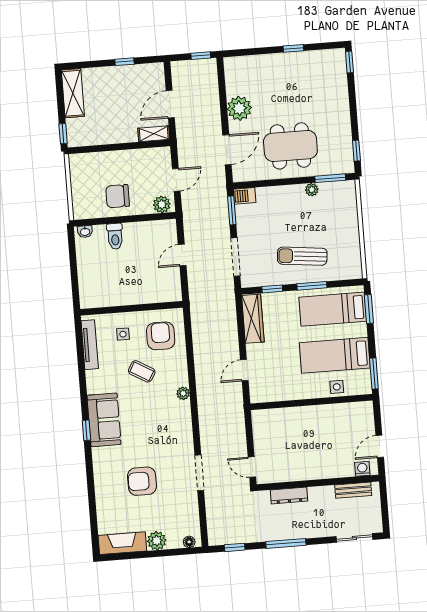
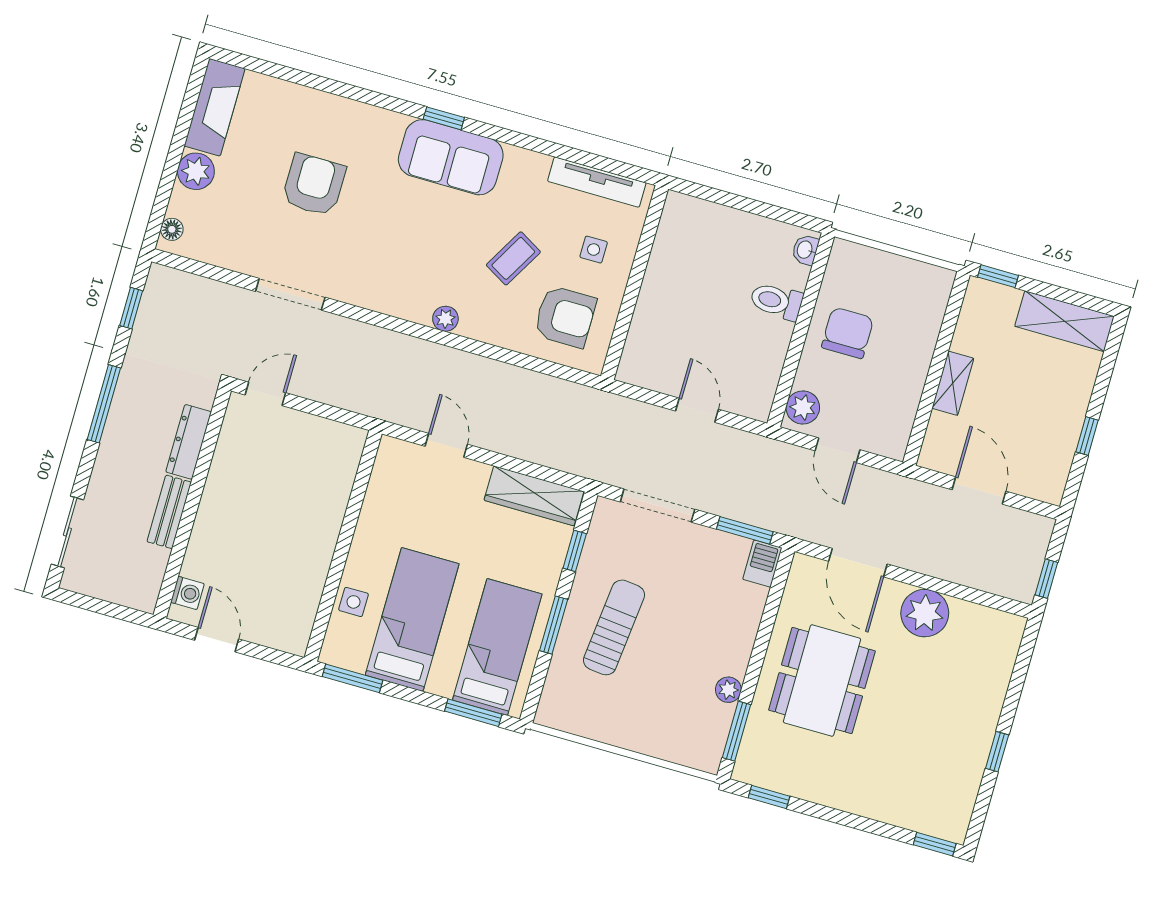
shelving: (154, 134) -> (953, 383), moved
bench: (353, 490) -> (169, 512), moved

